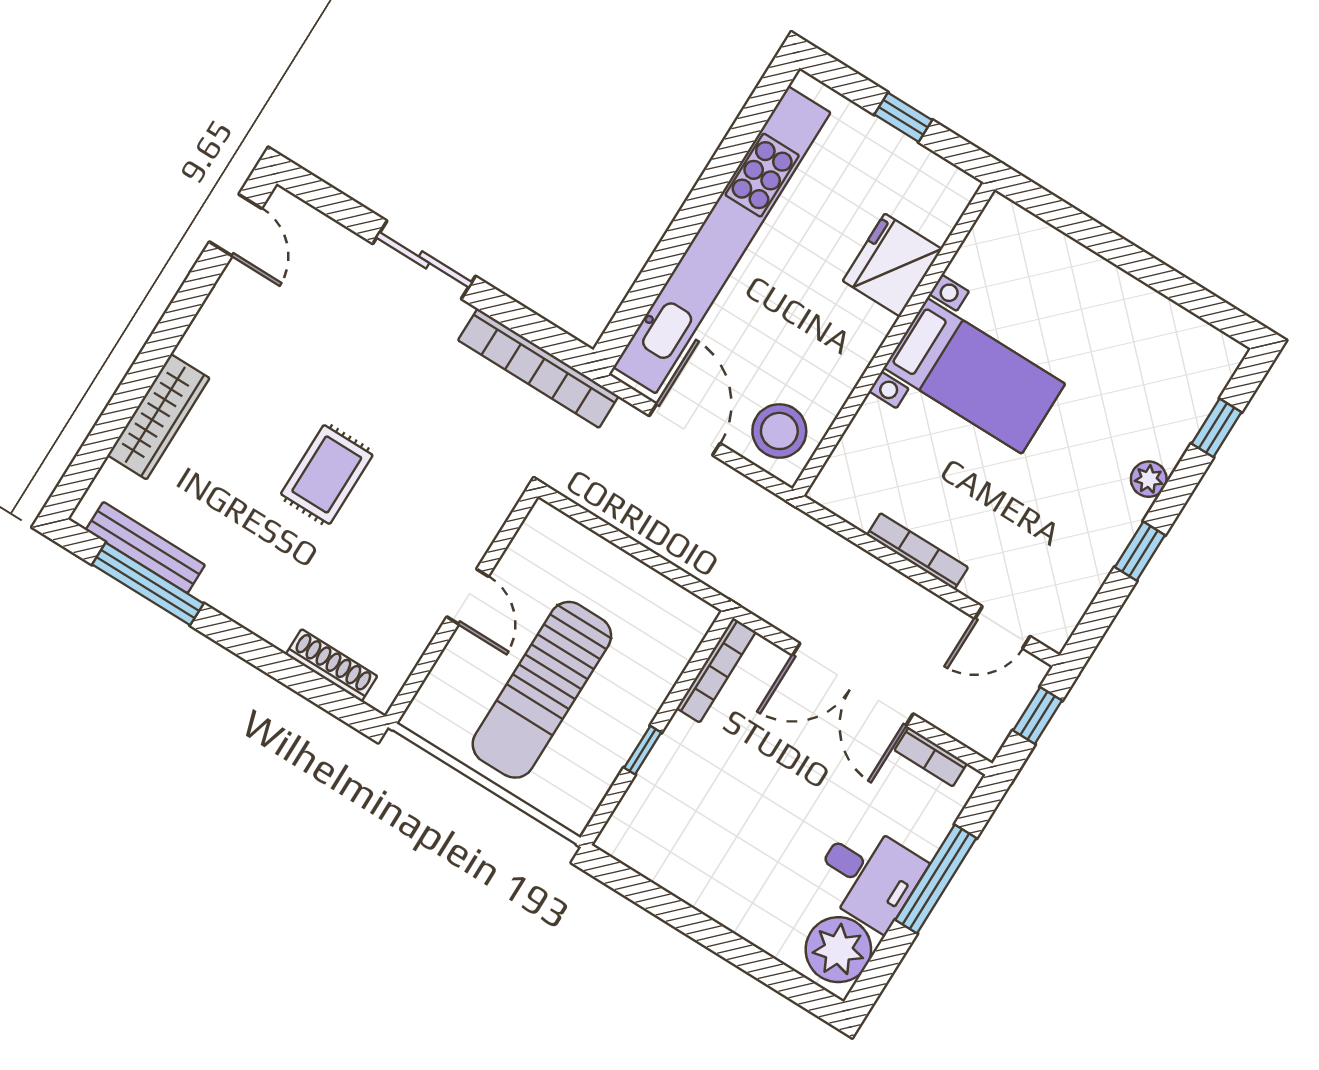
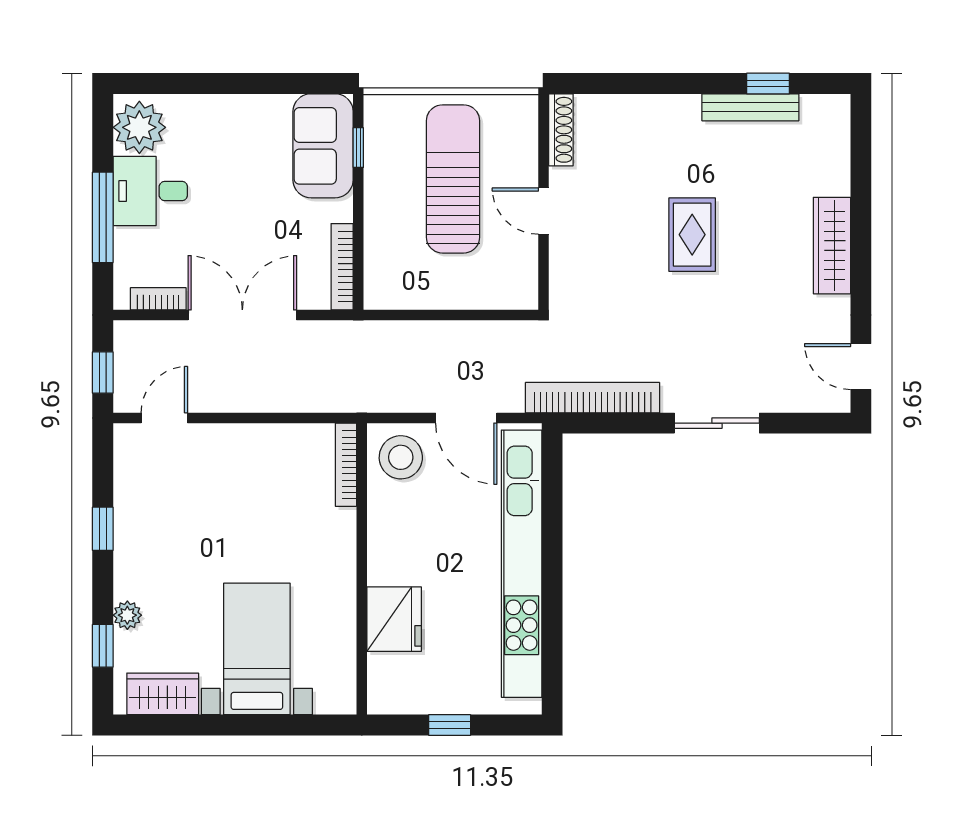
wardrobe: (1185, 338) -> (163, 694), added
bed with nightstands: (974, 376) -> (257, 649), moved, turned 90
wardrobe: (159, 417) -> (832, 246), moved
plant: (1149, 479) -> (127, 615), moved
bench: (145, 548) -> (750, 107), moved
bookcase: (917, 551) -> (346, 465), moved, turned 90
window: (148, 584) -> (768, 83), width x0.46
shoe rack: (331, 665) -> (561, 130), moved, turned -90
window: (643, 750) -> (358, 148), moved
sofa: (657, 810) -> (323, 146), added

